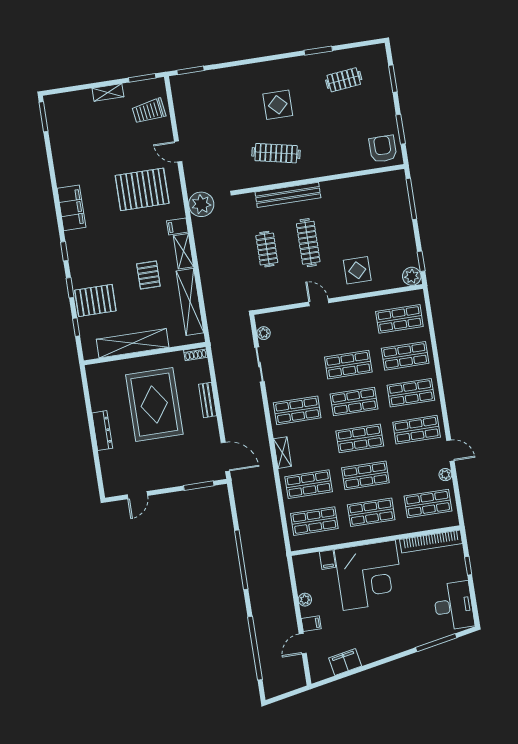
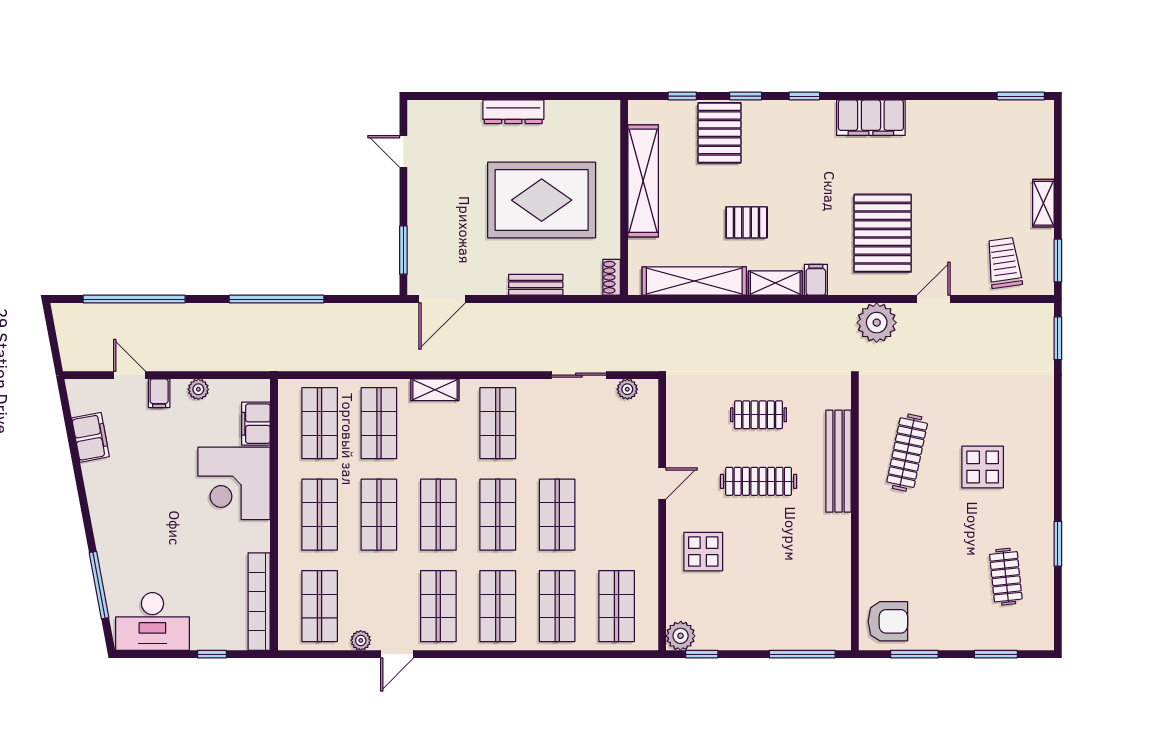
plant: (201, 204) -> (877, 323), moved
filing cabinet: (327, 560) -> (256, 424), width x2.00
corner desk: (369, 575) -> (234, 483), width x0.74, depth x0.74

